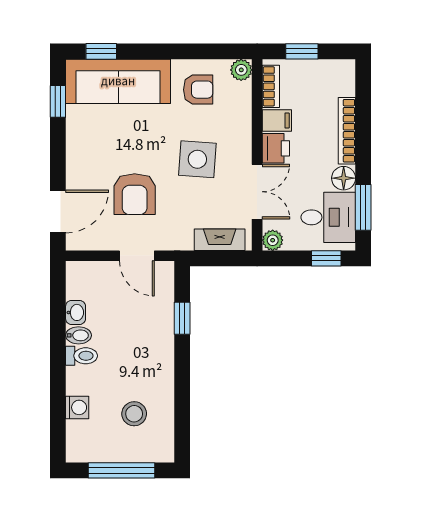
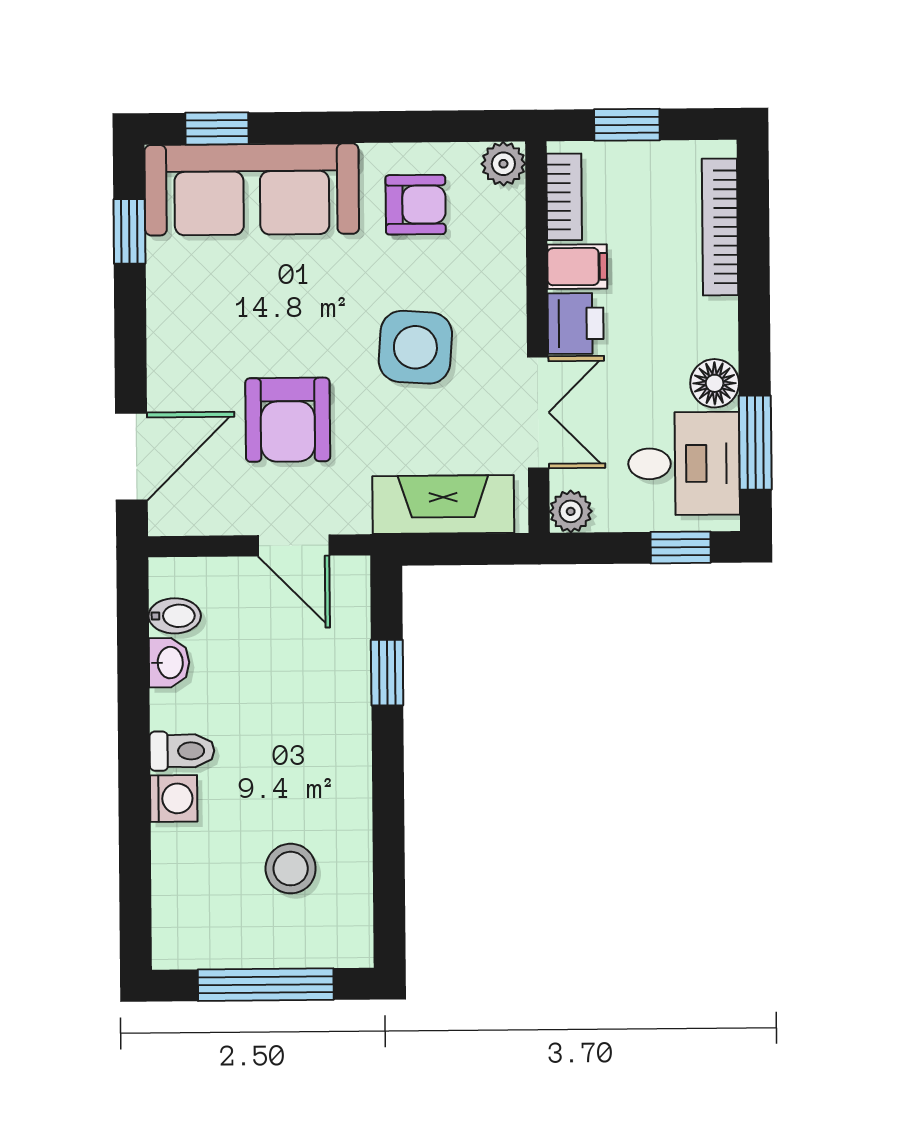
bookcase: (347, 131) -> (720, 227), moved
fireplace: (220, 240) -> (443, 505), width x1.37, depth x1.32
bidet: (79, 335) -> (175, 616), moved
washing machine: (77, 407) -> (174, 798), moved

